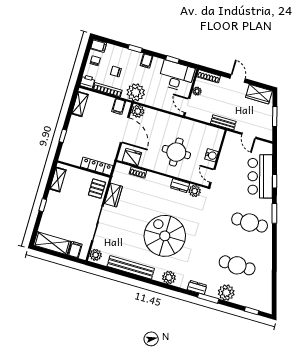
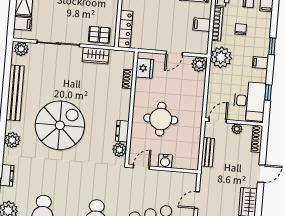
filing cabinet: (119, 106) -> (202, 25), moved
bench: (223, 122) -> (208, 152), moved
door: (125, 130) -> (174, 53), width x0.53

